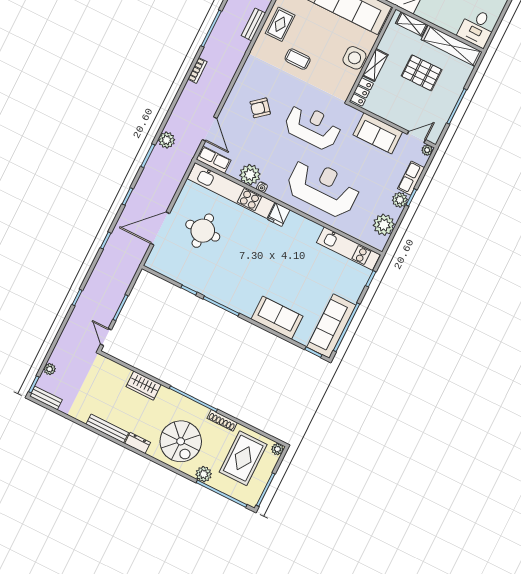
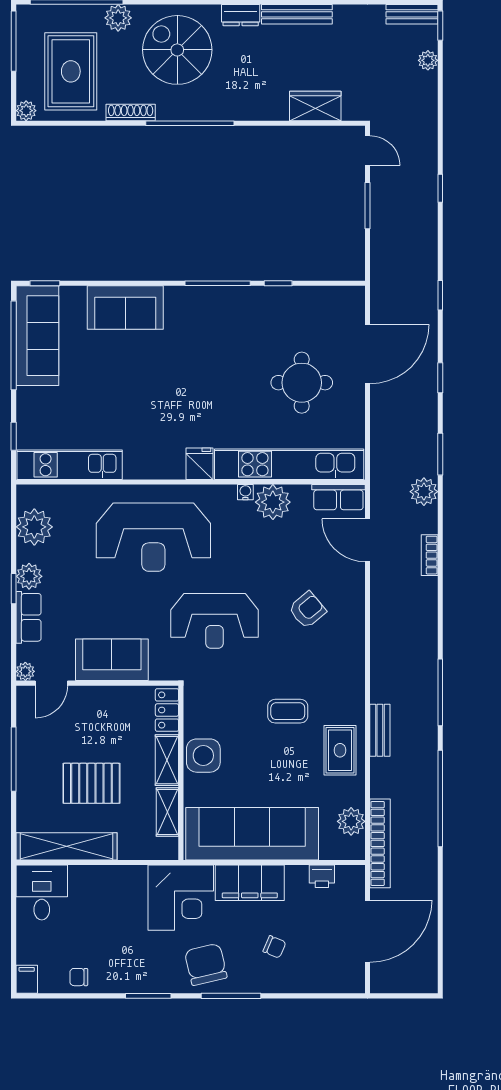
shelving: (411, 24) -> (167, 812), moved, turned 90
bookcase: (197, 70) -> (430, 555), moved
wardrobe: (144, 386) -> (315, 106), moved

